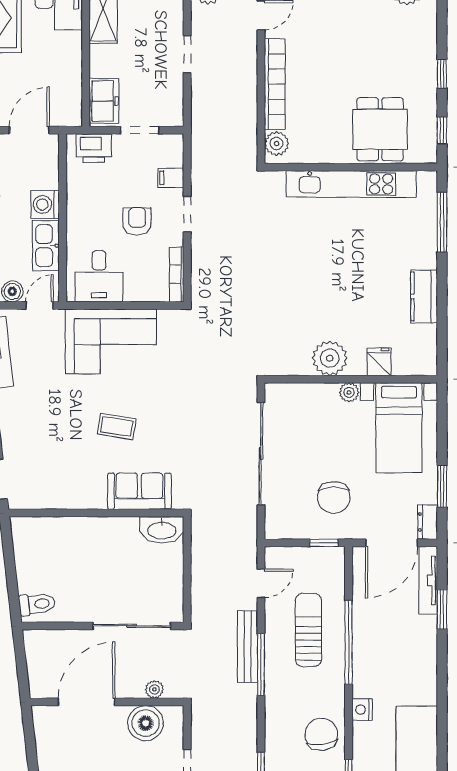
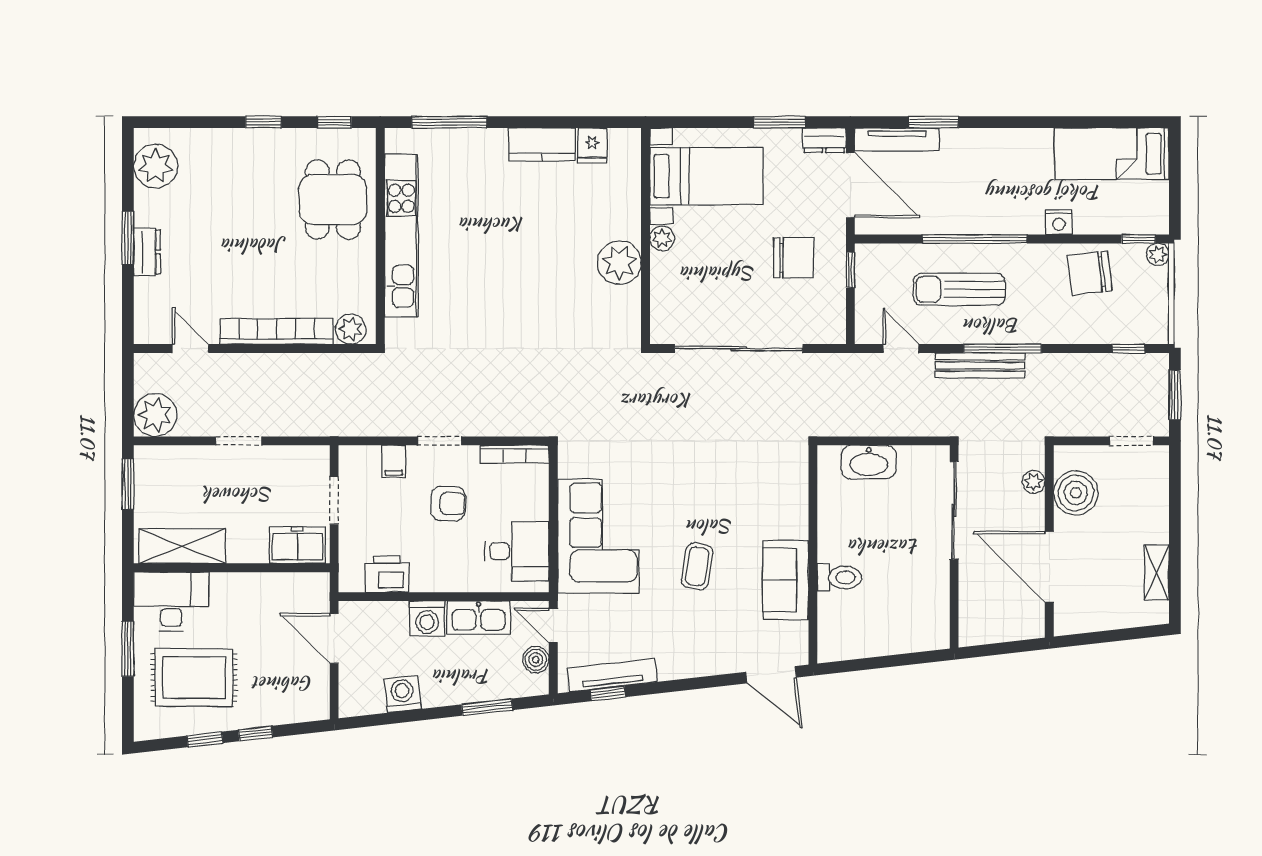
dining table: (380, 129) -> (333, 200), turned 90
printer: (94, 148) -> (387, 574), moved, turned -90
armchair: (137, 221) -> (448, 504), turned 180
fridge: (379, 362) -> (592, 145), moved, turned -90
coffee table: (117, 427) -> (697, 566), moved
sofa: (139, 491) -> (786, 580), moved
washbasin: (162, 530) -> (869, 462), moved, turned 90
toilet: (37, 604) -> (839, 578), moved, turned 97

